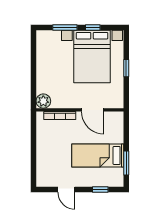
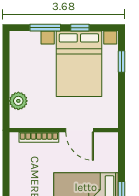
window: (126, 68) -> (122, 61), moved
plant: (43, 101) -> (18, 101), moved

